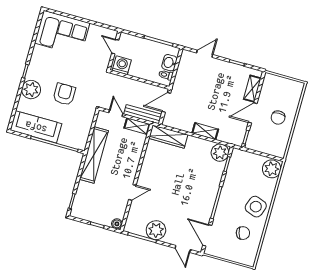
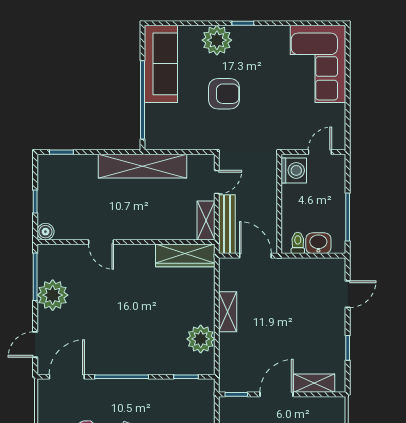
door: (205, 54) -> (348, 294), hinge flipped
door: (253, 113) -> (276, 394), hinge flipped
shelving: (205, 131) -> (228, 312), moved
wardrobe: (168, 137) -> (185, 255), moved, turned -90
plant: (220, 153) -> (201, 339), moved

